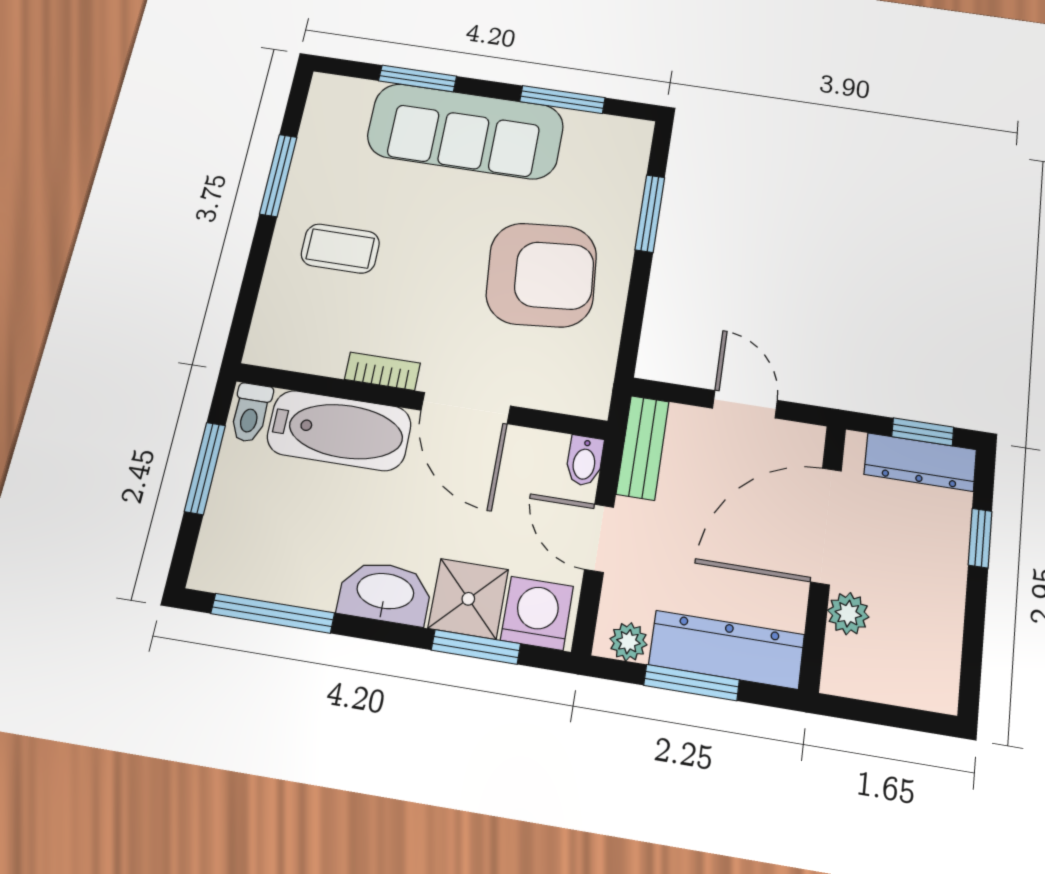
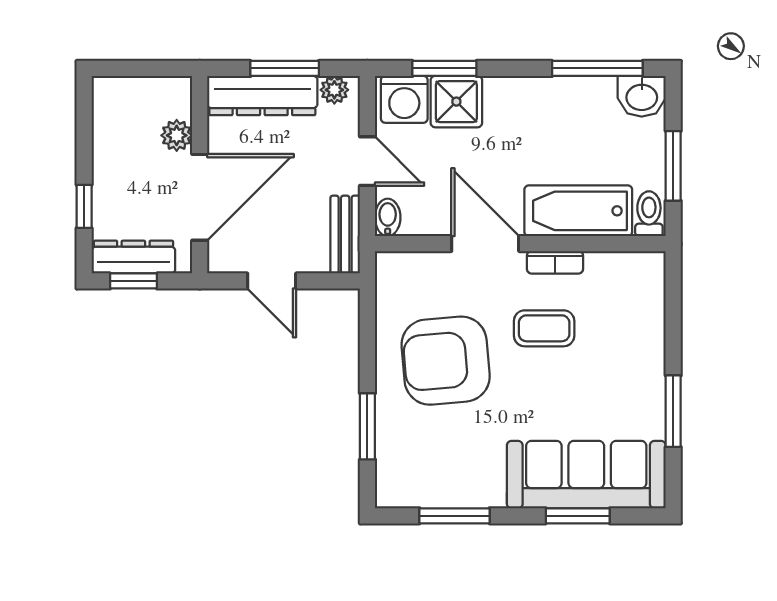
sofa: (465, 131) -> (586, 475), moved
coffee table: (340, 249) -> (544, 328), moved
washbasin: (385, 593) -> (642, 96), moved, width x0.72

